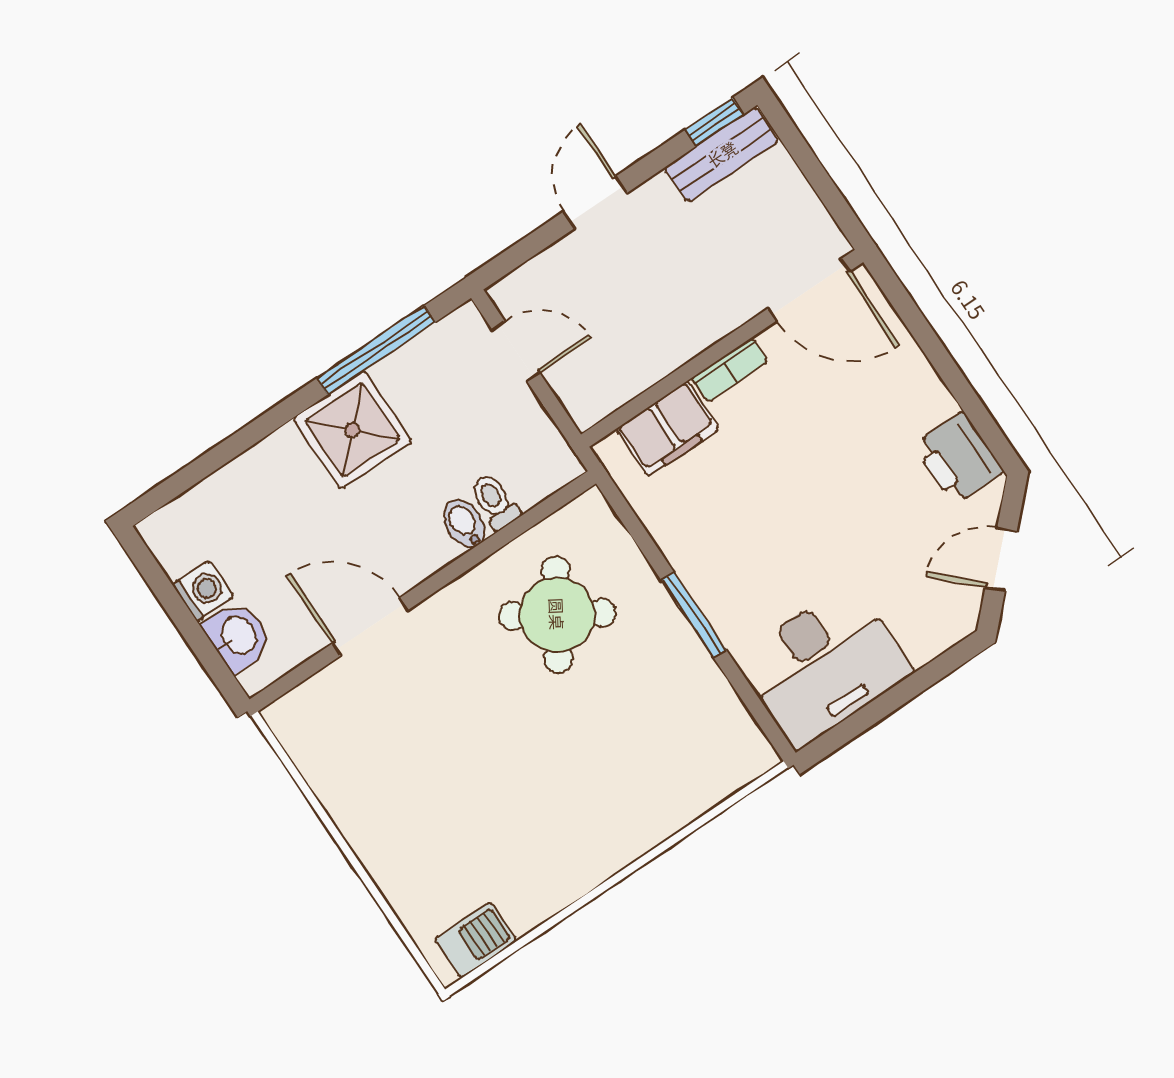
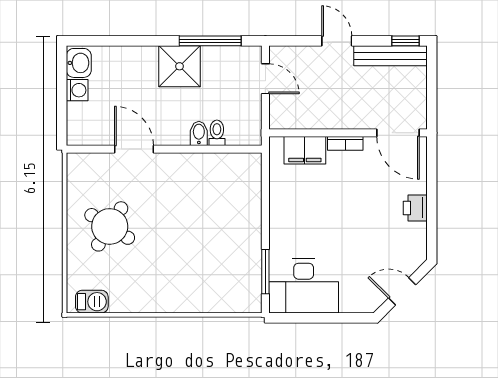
bench: (722, 154) -> (390, 56), width x1.36
door: (595, 202) -> (337, 41), hinge flipped
printer: (959, 458) -> (415, 208), moved, width x0.73, depth x0.81
round table: (557, 614) -> (110, 226), moved
window: (694, 615) -> (265, 272), moved
washbasin: (238, 636) -> (79, 63), moved

